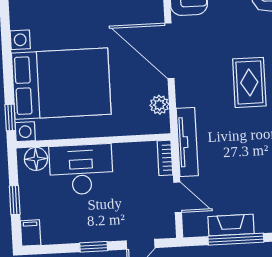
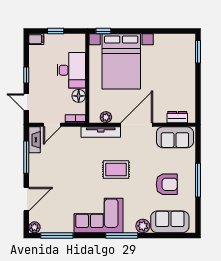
tv unit: (187, 142) -> (101, 132), moved
floor lamp: (36, 159) -> (79, 96), moved
fireplace: (231, 225) -> (35, 140), moved

